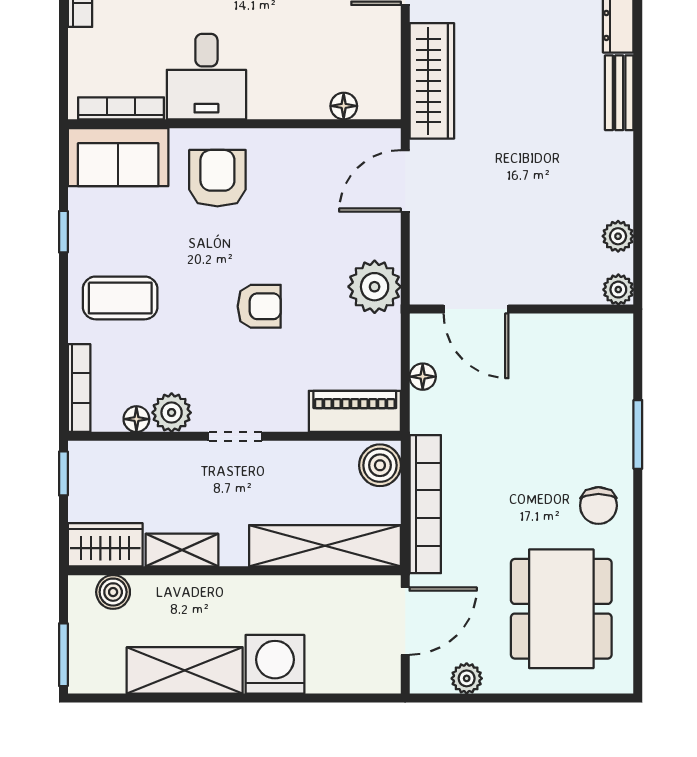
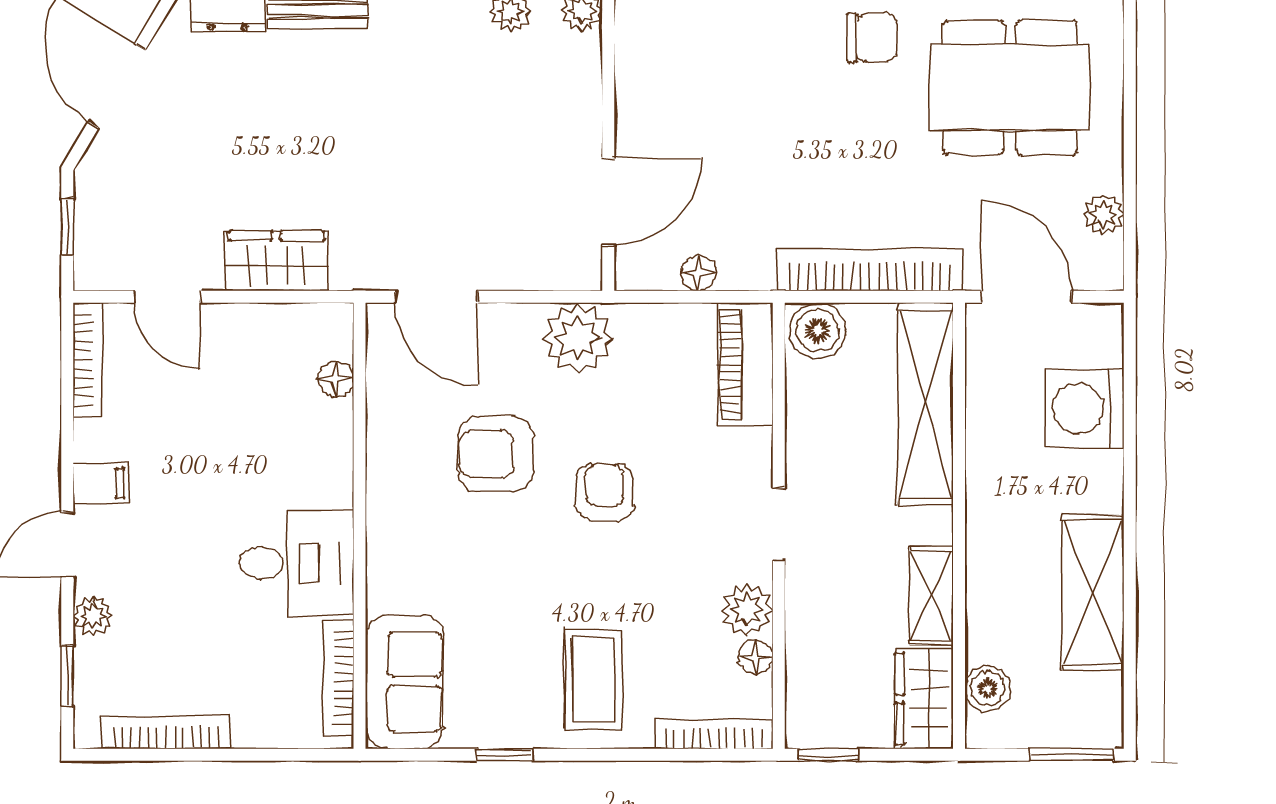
wardrobe: (432, 81) -> (276, 261), width x0.67
armchair: (217, 178) -> (496, 454), moved
washing machine: (275, 664) -> (1084, 408), moved

